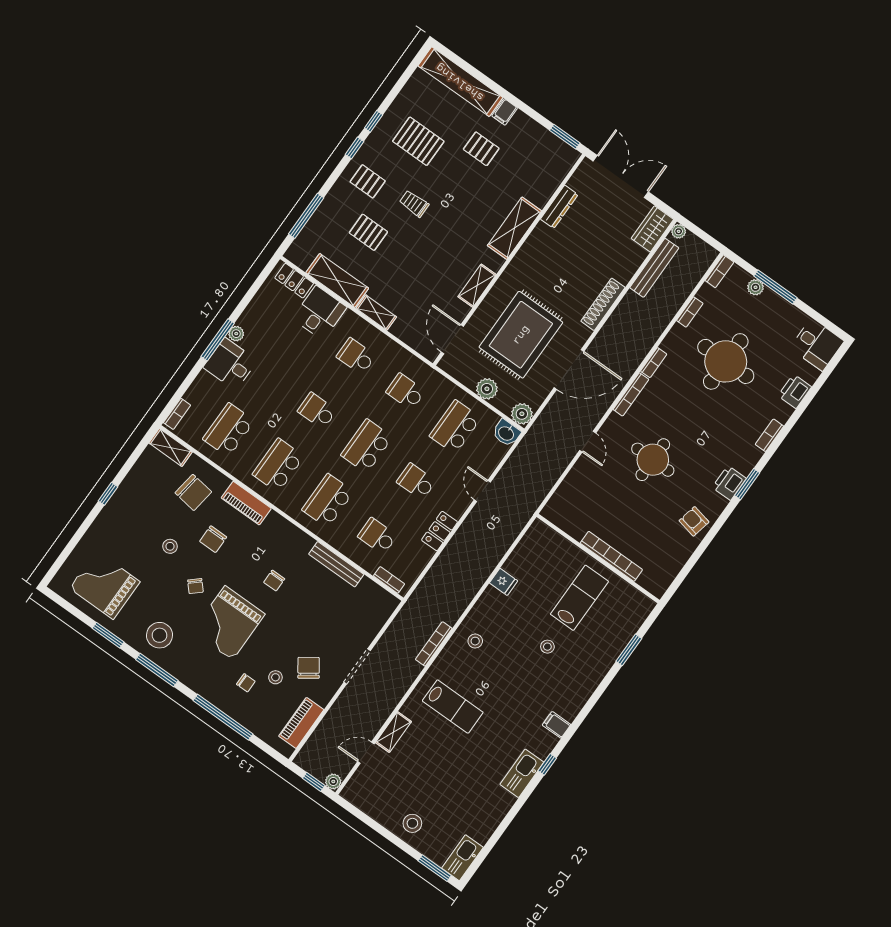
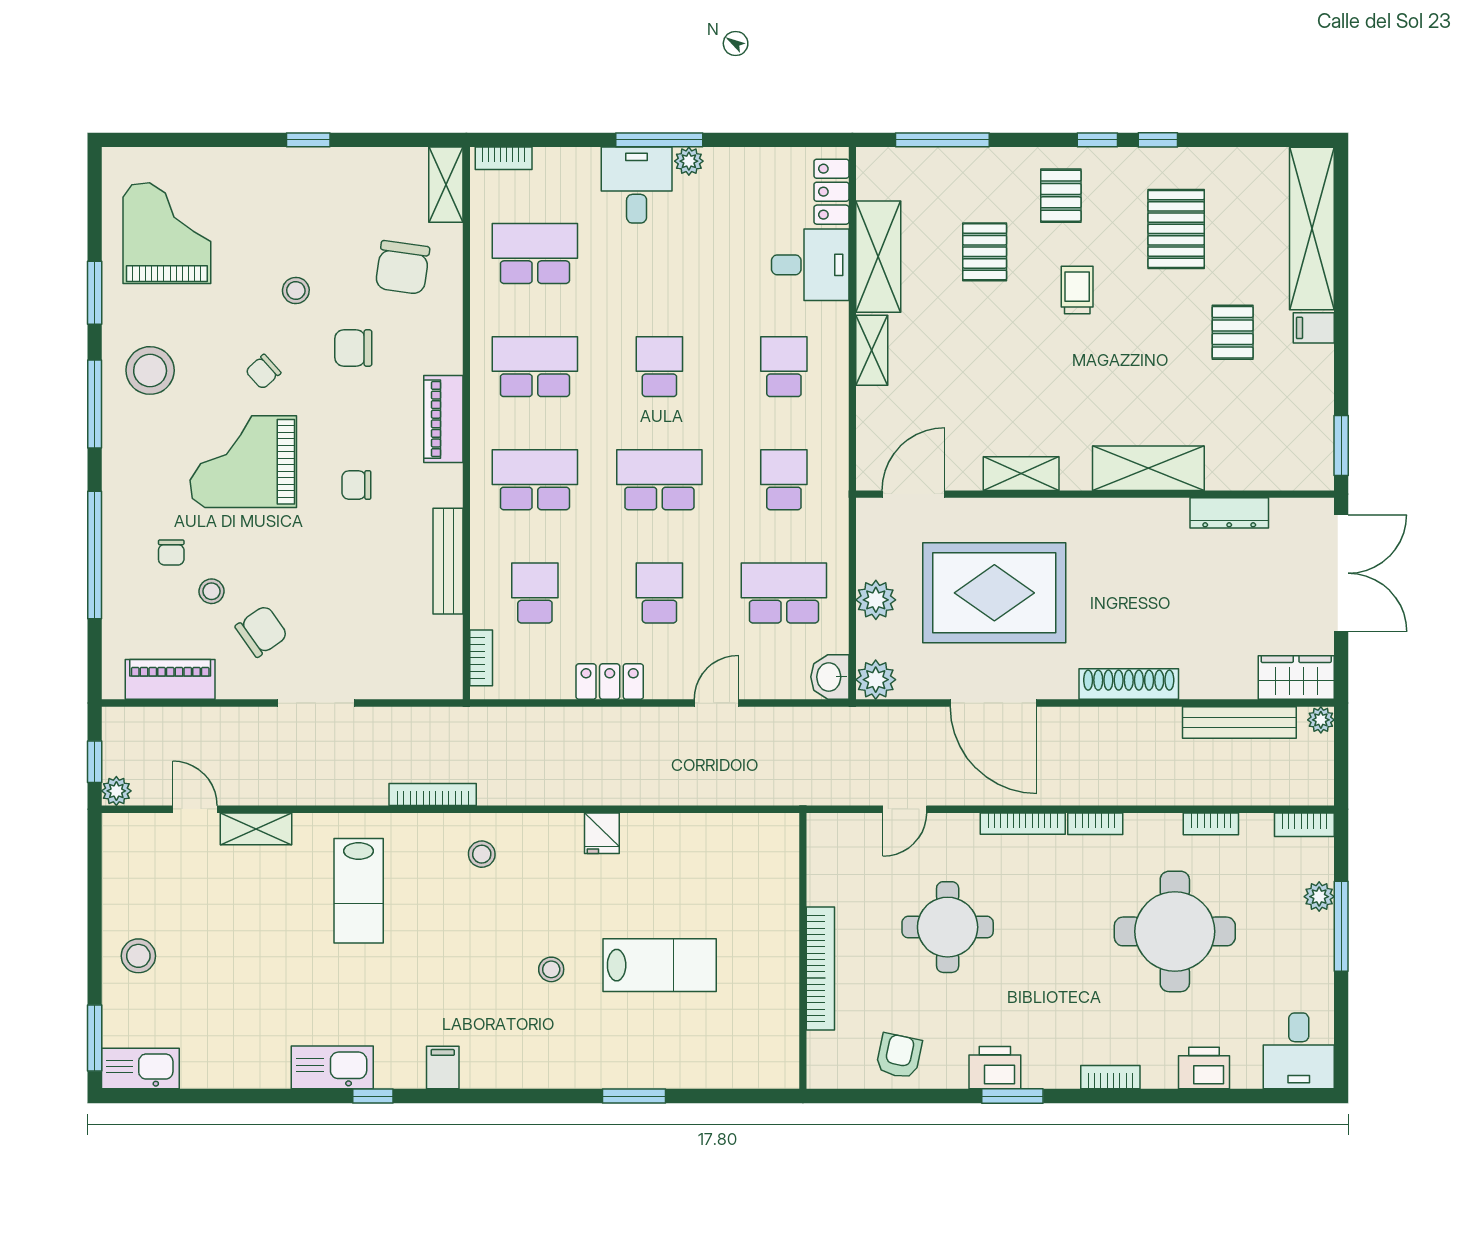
piano: (246, 503) -> (443, 419), moved
bookcase: (611, 556) -> (820, 969), moved
wall: (598, 558) -> (803, 951), moved

